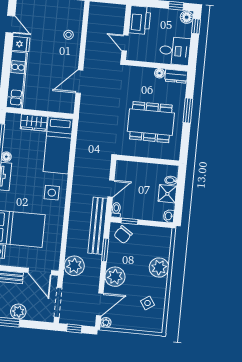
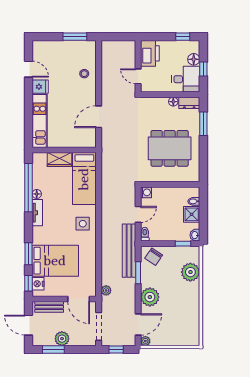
floor lamp: (187, 17) -> (194, 59), moved
window: (196, 26) -> (203, 69), moved
window: (188, 111) -> (203, 124), moved
washing machine: (122, 166) -> (146, 192), added
window: (129, 221) -> (183, 244), moved
plant: (74, 266) -> (106, 290), width x0.53, depth x0.53
plant: (159, 267) -> (190, 272), moved
side table: (148, 303) -> (183, 319), removed

